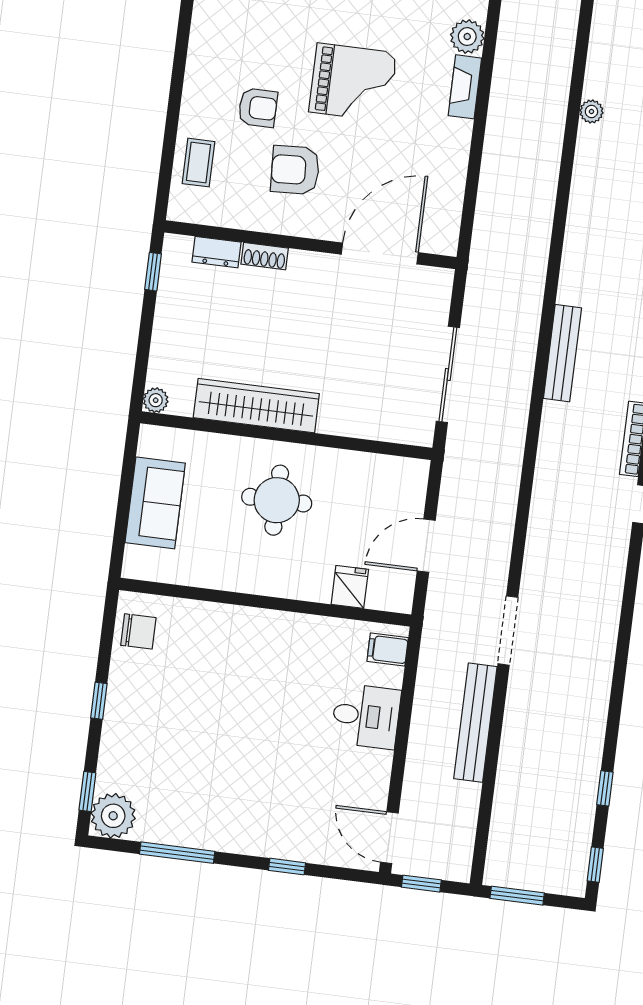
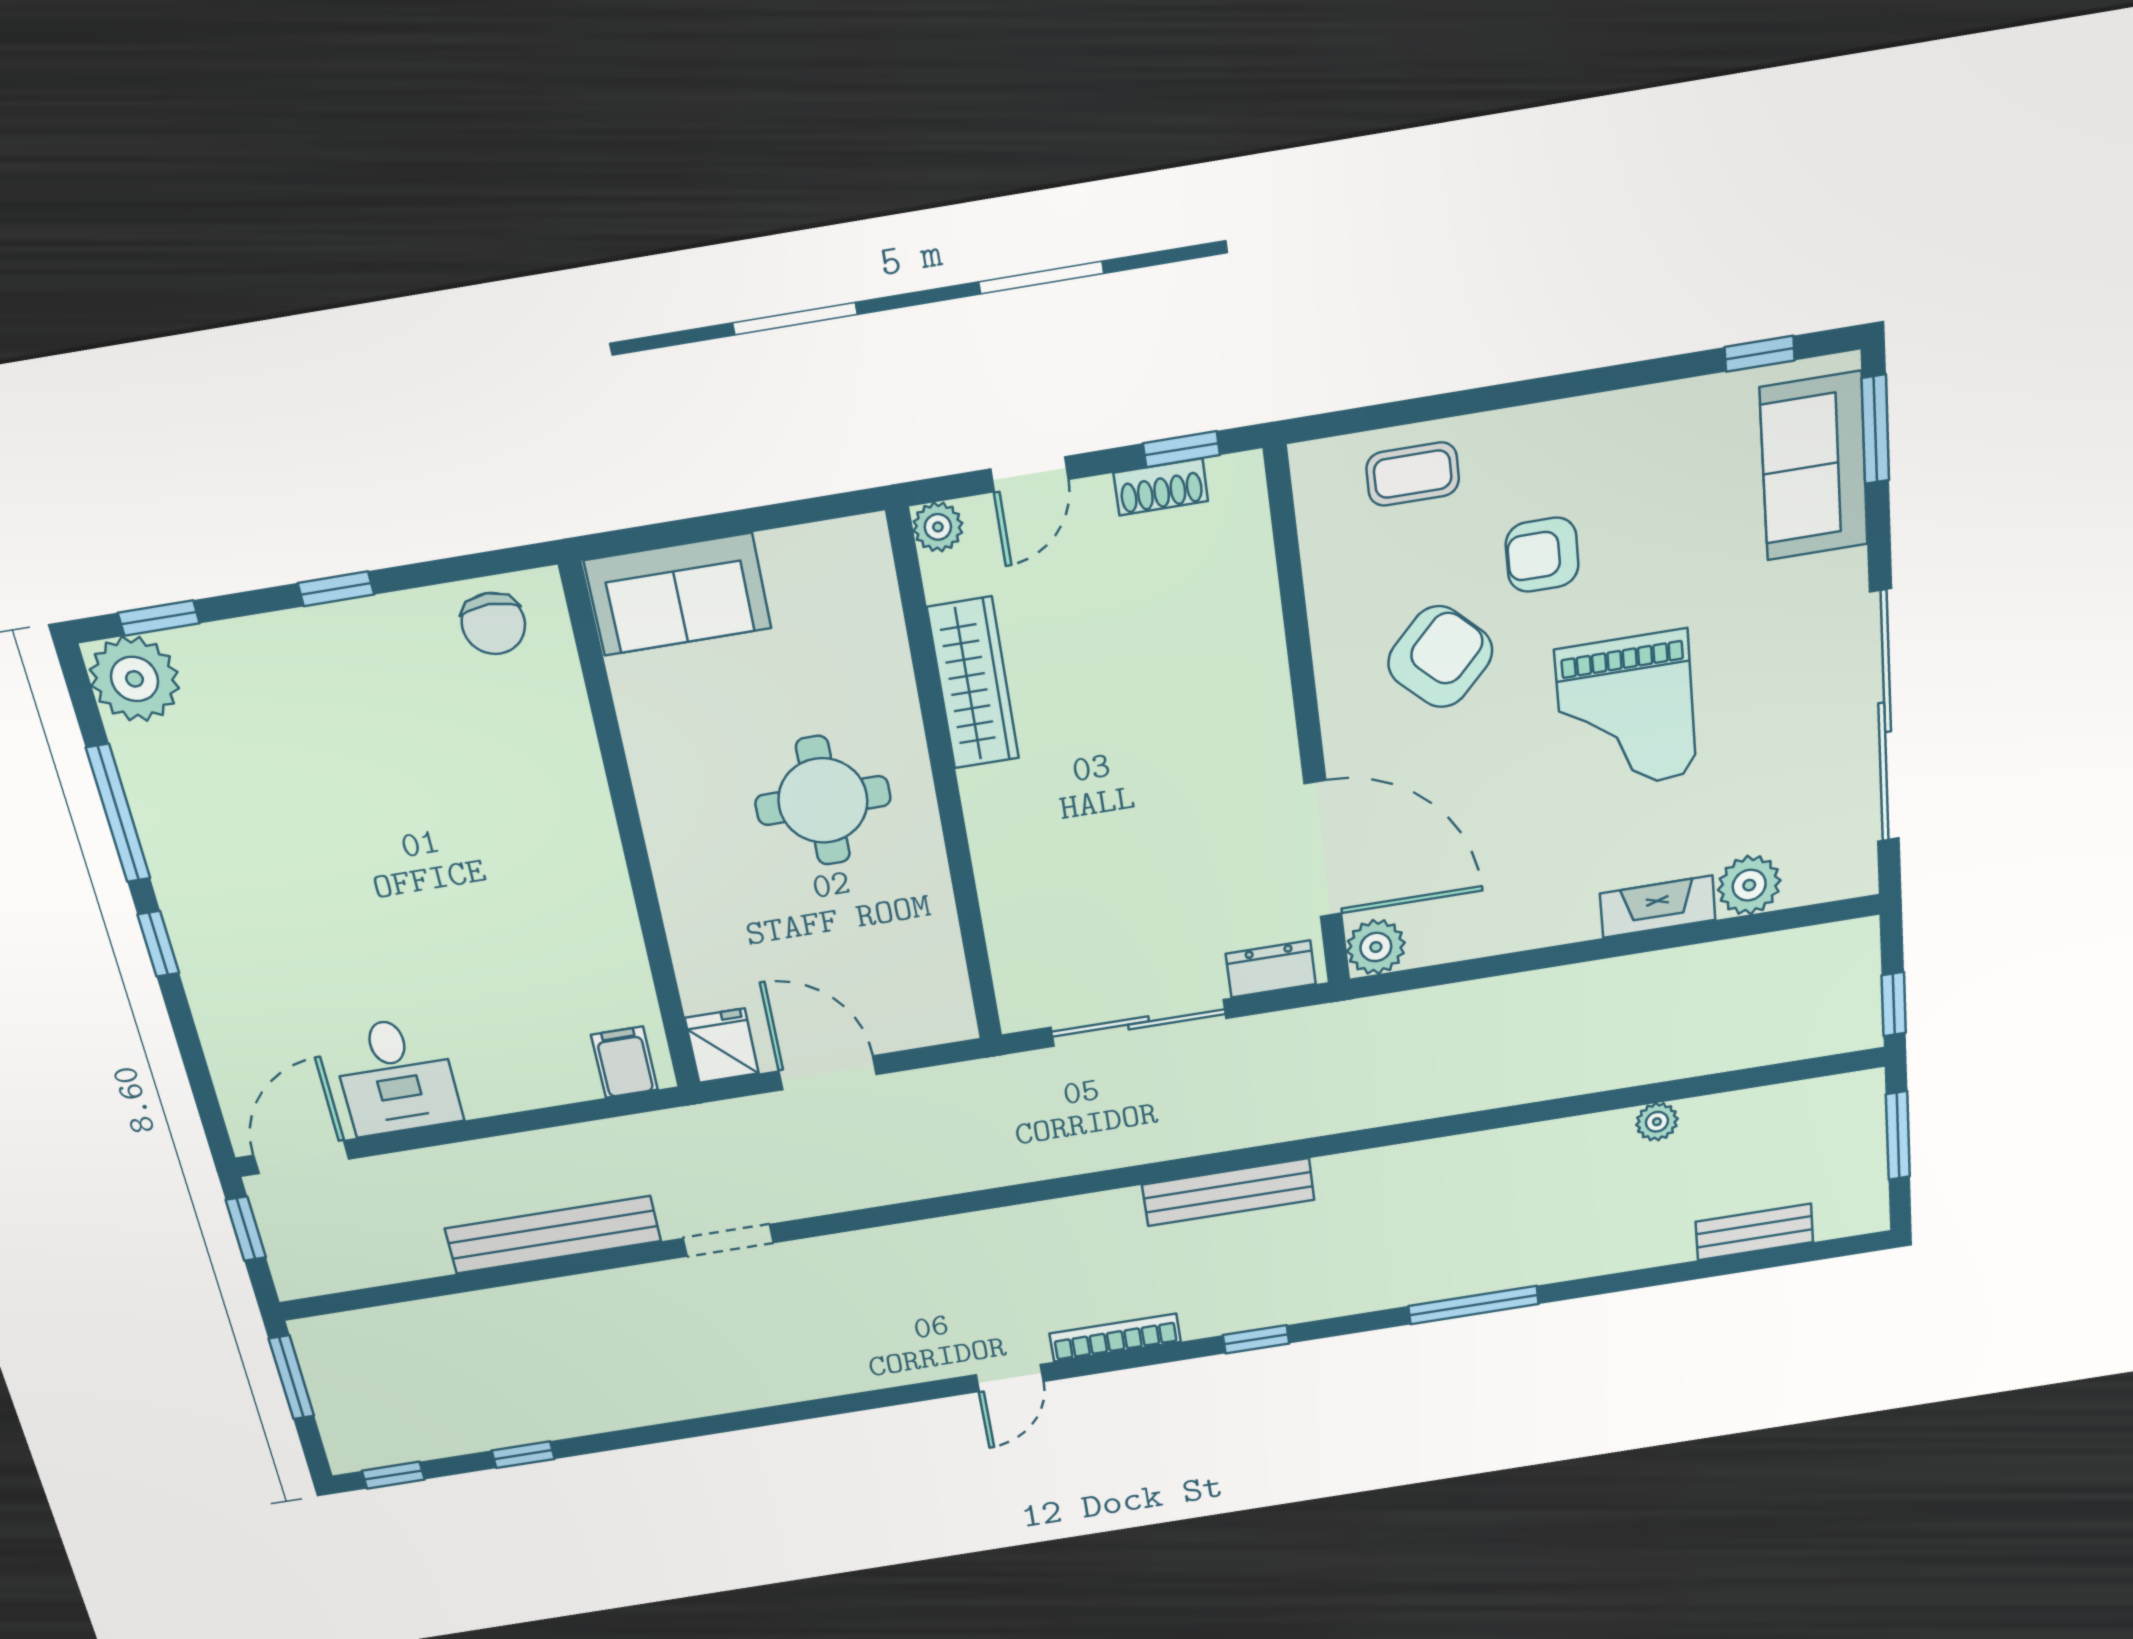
armchair: (258, 108) -> (1542, 555), turned 90
armchair: (295, 170) -> (1440, 657), turned 47
plant: (443, 239) -> (1376, 947), added
dresser: (217, 252) -> (1271, 969), moved, turned 90
shoe rack: (265, 256) -> (1161, 487), moved, turned -90
door: (143, 348) -> (1029, 474), added
wardrobe: (256, 406) -> (973, 683), width x0.71, depth x0.85
sofa: (155, 503) -> (678, 594), moved
fridge: (350, 587) -> (722, 1046), moved, turned -90
doorway: (508, 631) -> (728, 1240), width x0.73
desk: (366, 716) -> (396, 1076), moved
window: (287, 867) -> (158, 944), moved

